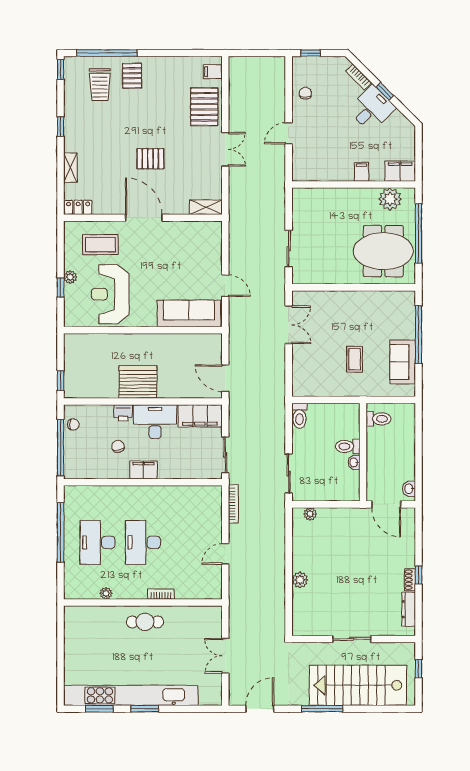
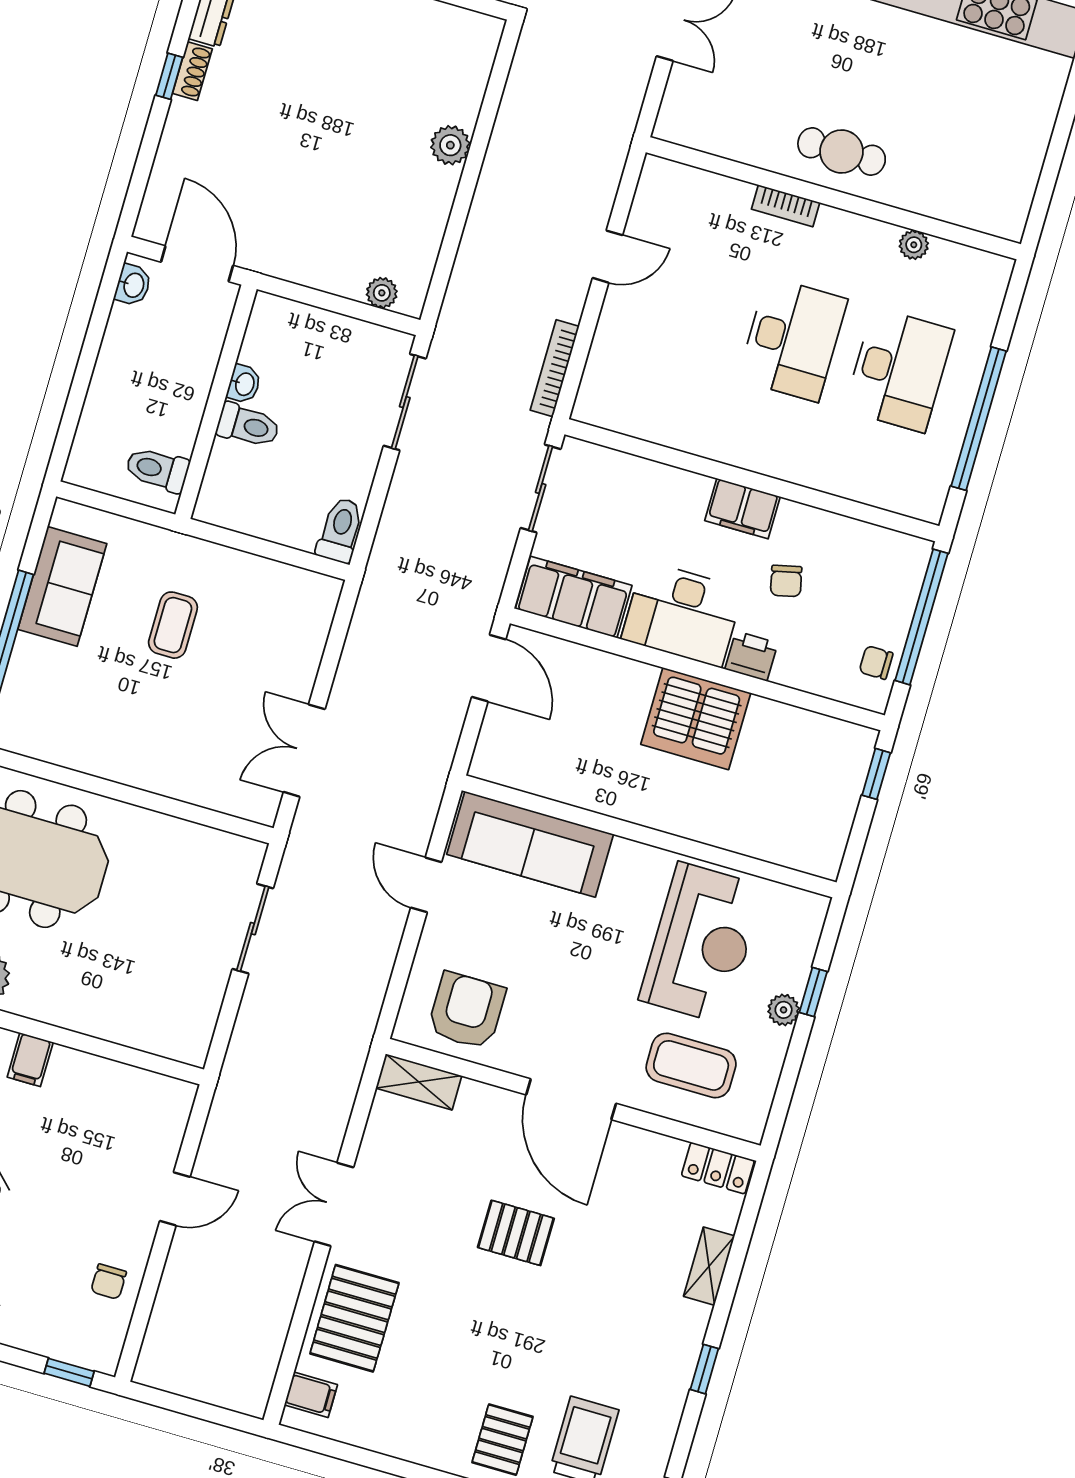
armchair: (195, 241) -> (467, 1011), added

